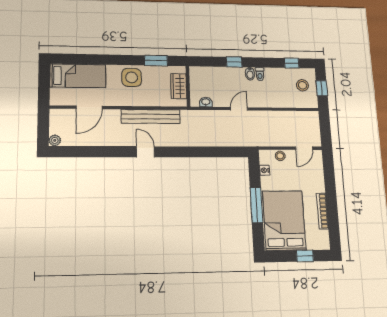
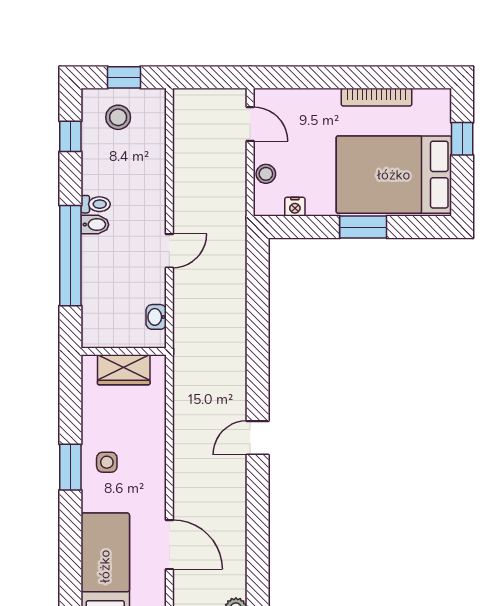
window: (156, 61) -> (70, 467), moved
window: (234, 62) -> (70, 256), width x3.17
side table: (132, 77) -> (107, 462), width x0.54, depth x0.54
door: (239, 109) -> (169, 251), swing flipped
bench: (151, 116) -> (187, 426), removed
window: (256, 205) -> (363, 227), width x0.69

